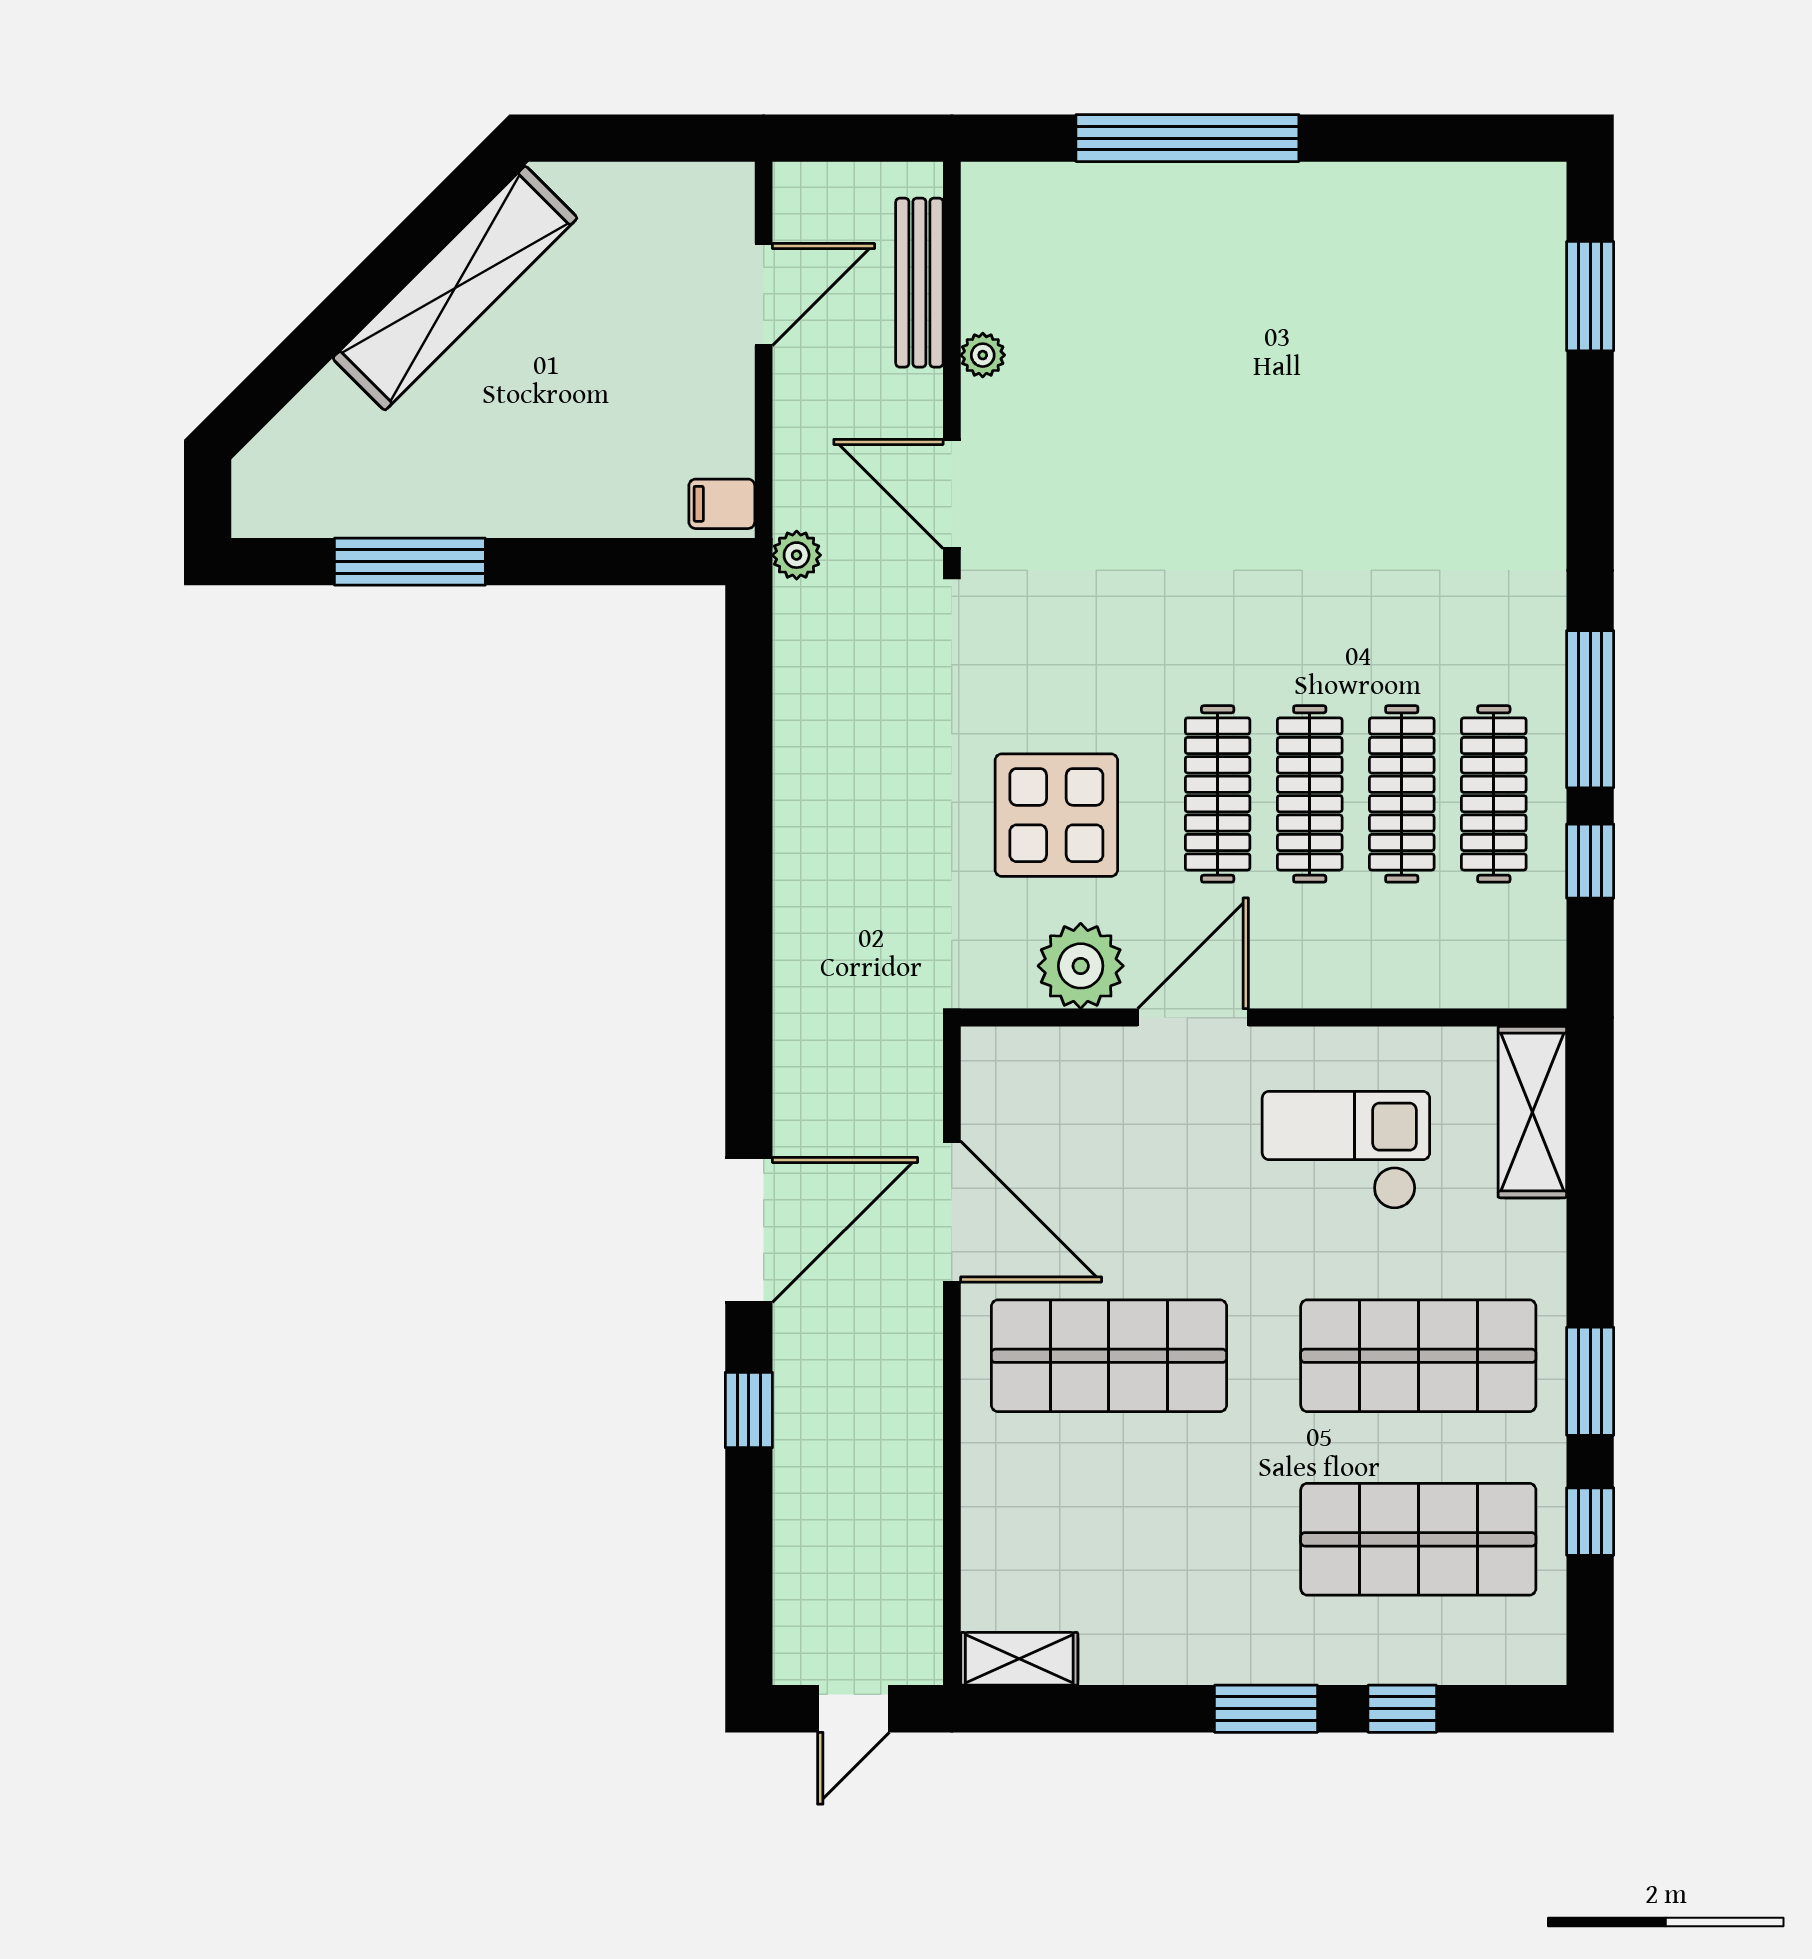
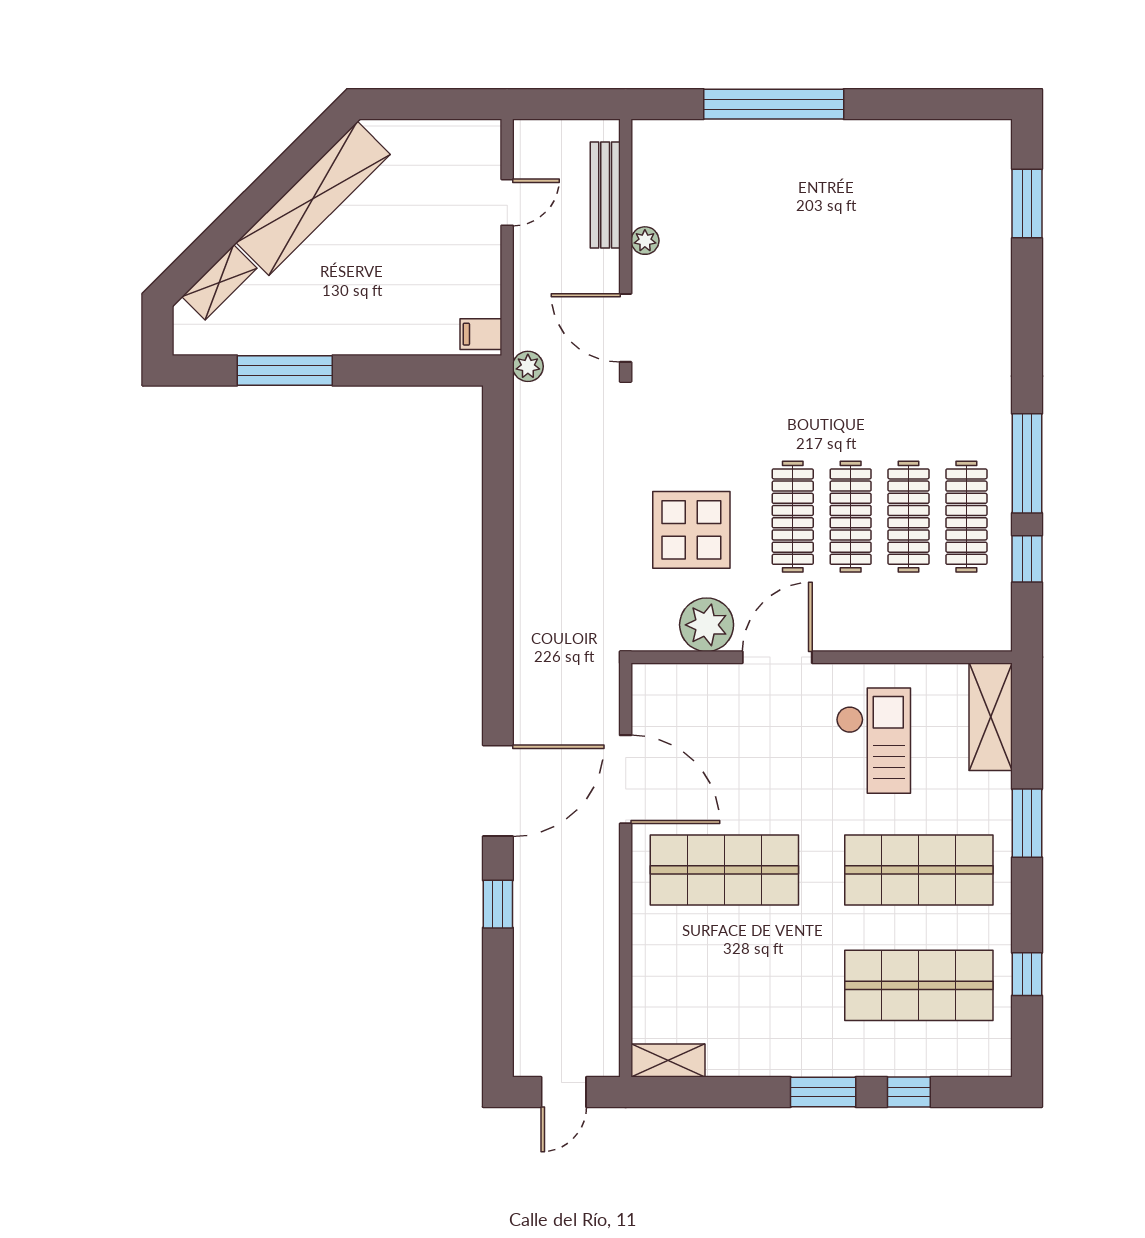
door: (764, 294) -> (507, 202), width x0.73
shelving: (306, 422) -> (219, 282), added
checkout: (1346, 1150) -> (873, 741), turned 90
window: (1590, 1381) -> (1027, 823), moved

